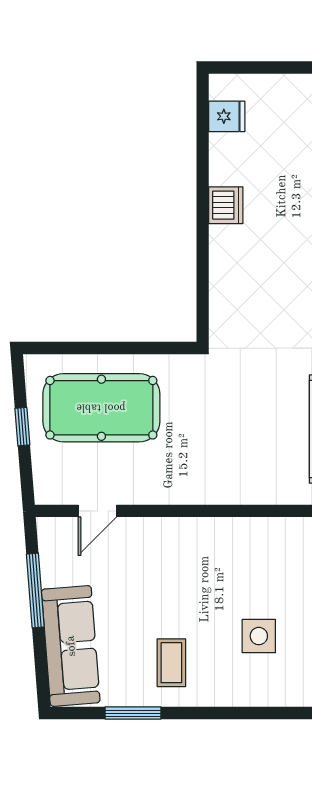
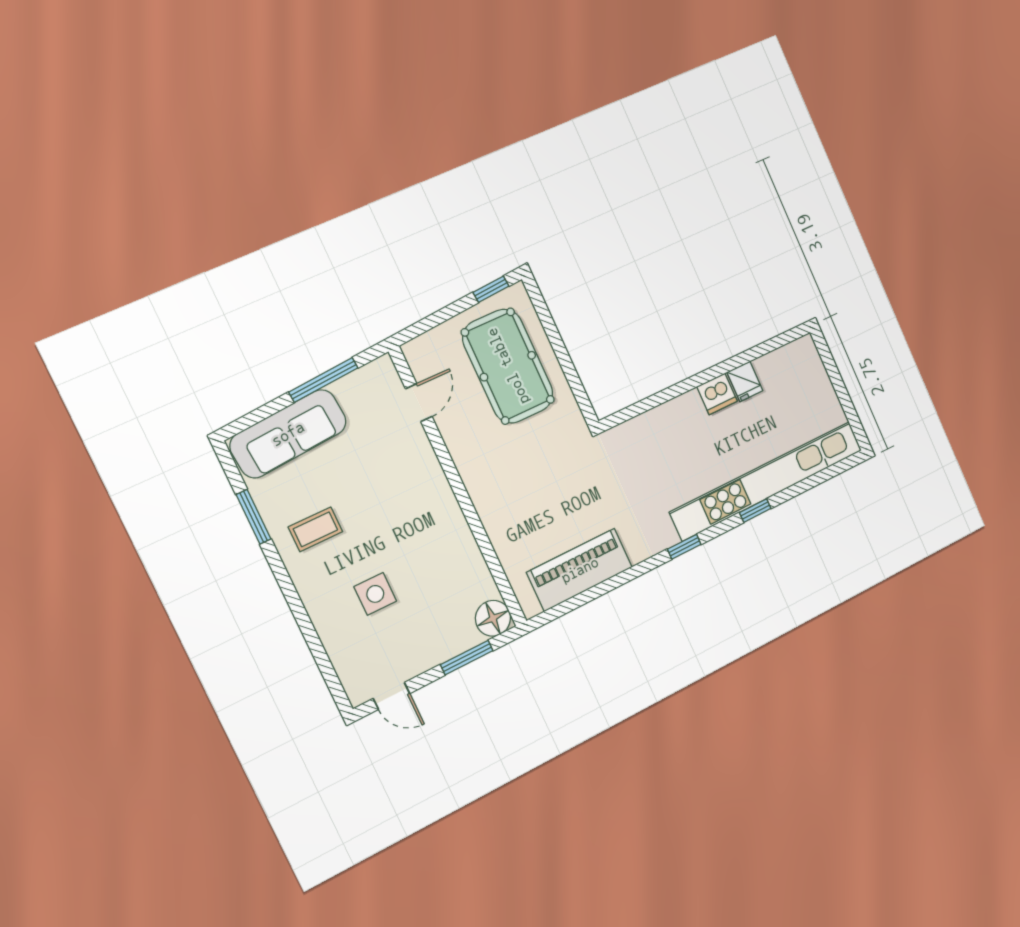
fridge: (227, 116) -> (745, 381), moved
window: (22, 427) -> (491, 289), moved
door: (97, 511) -> (419, 403), swing flipped

